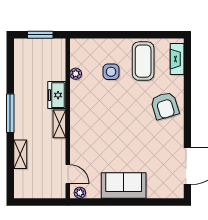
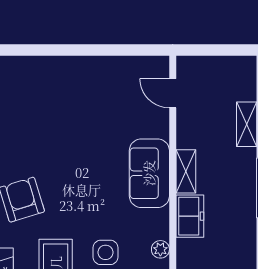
sofa: (124, 186) -> (149, 173), moved, turned 90
plant: (80, 193) -> (154, 64), removed

